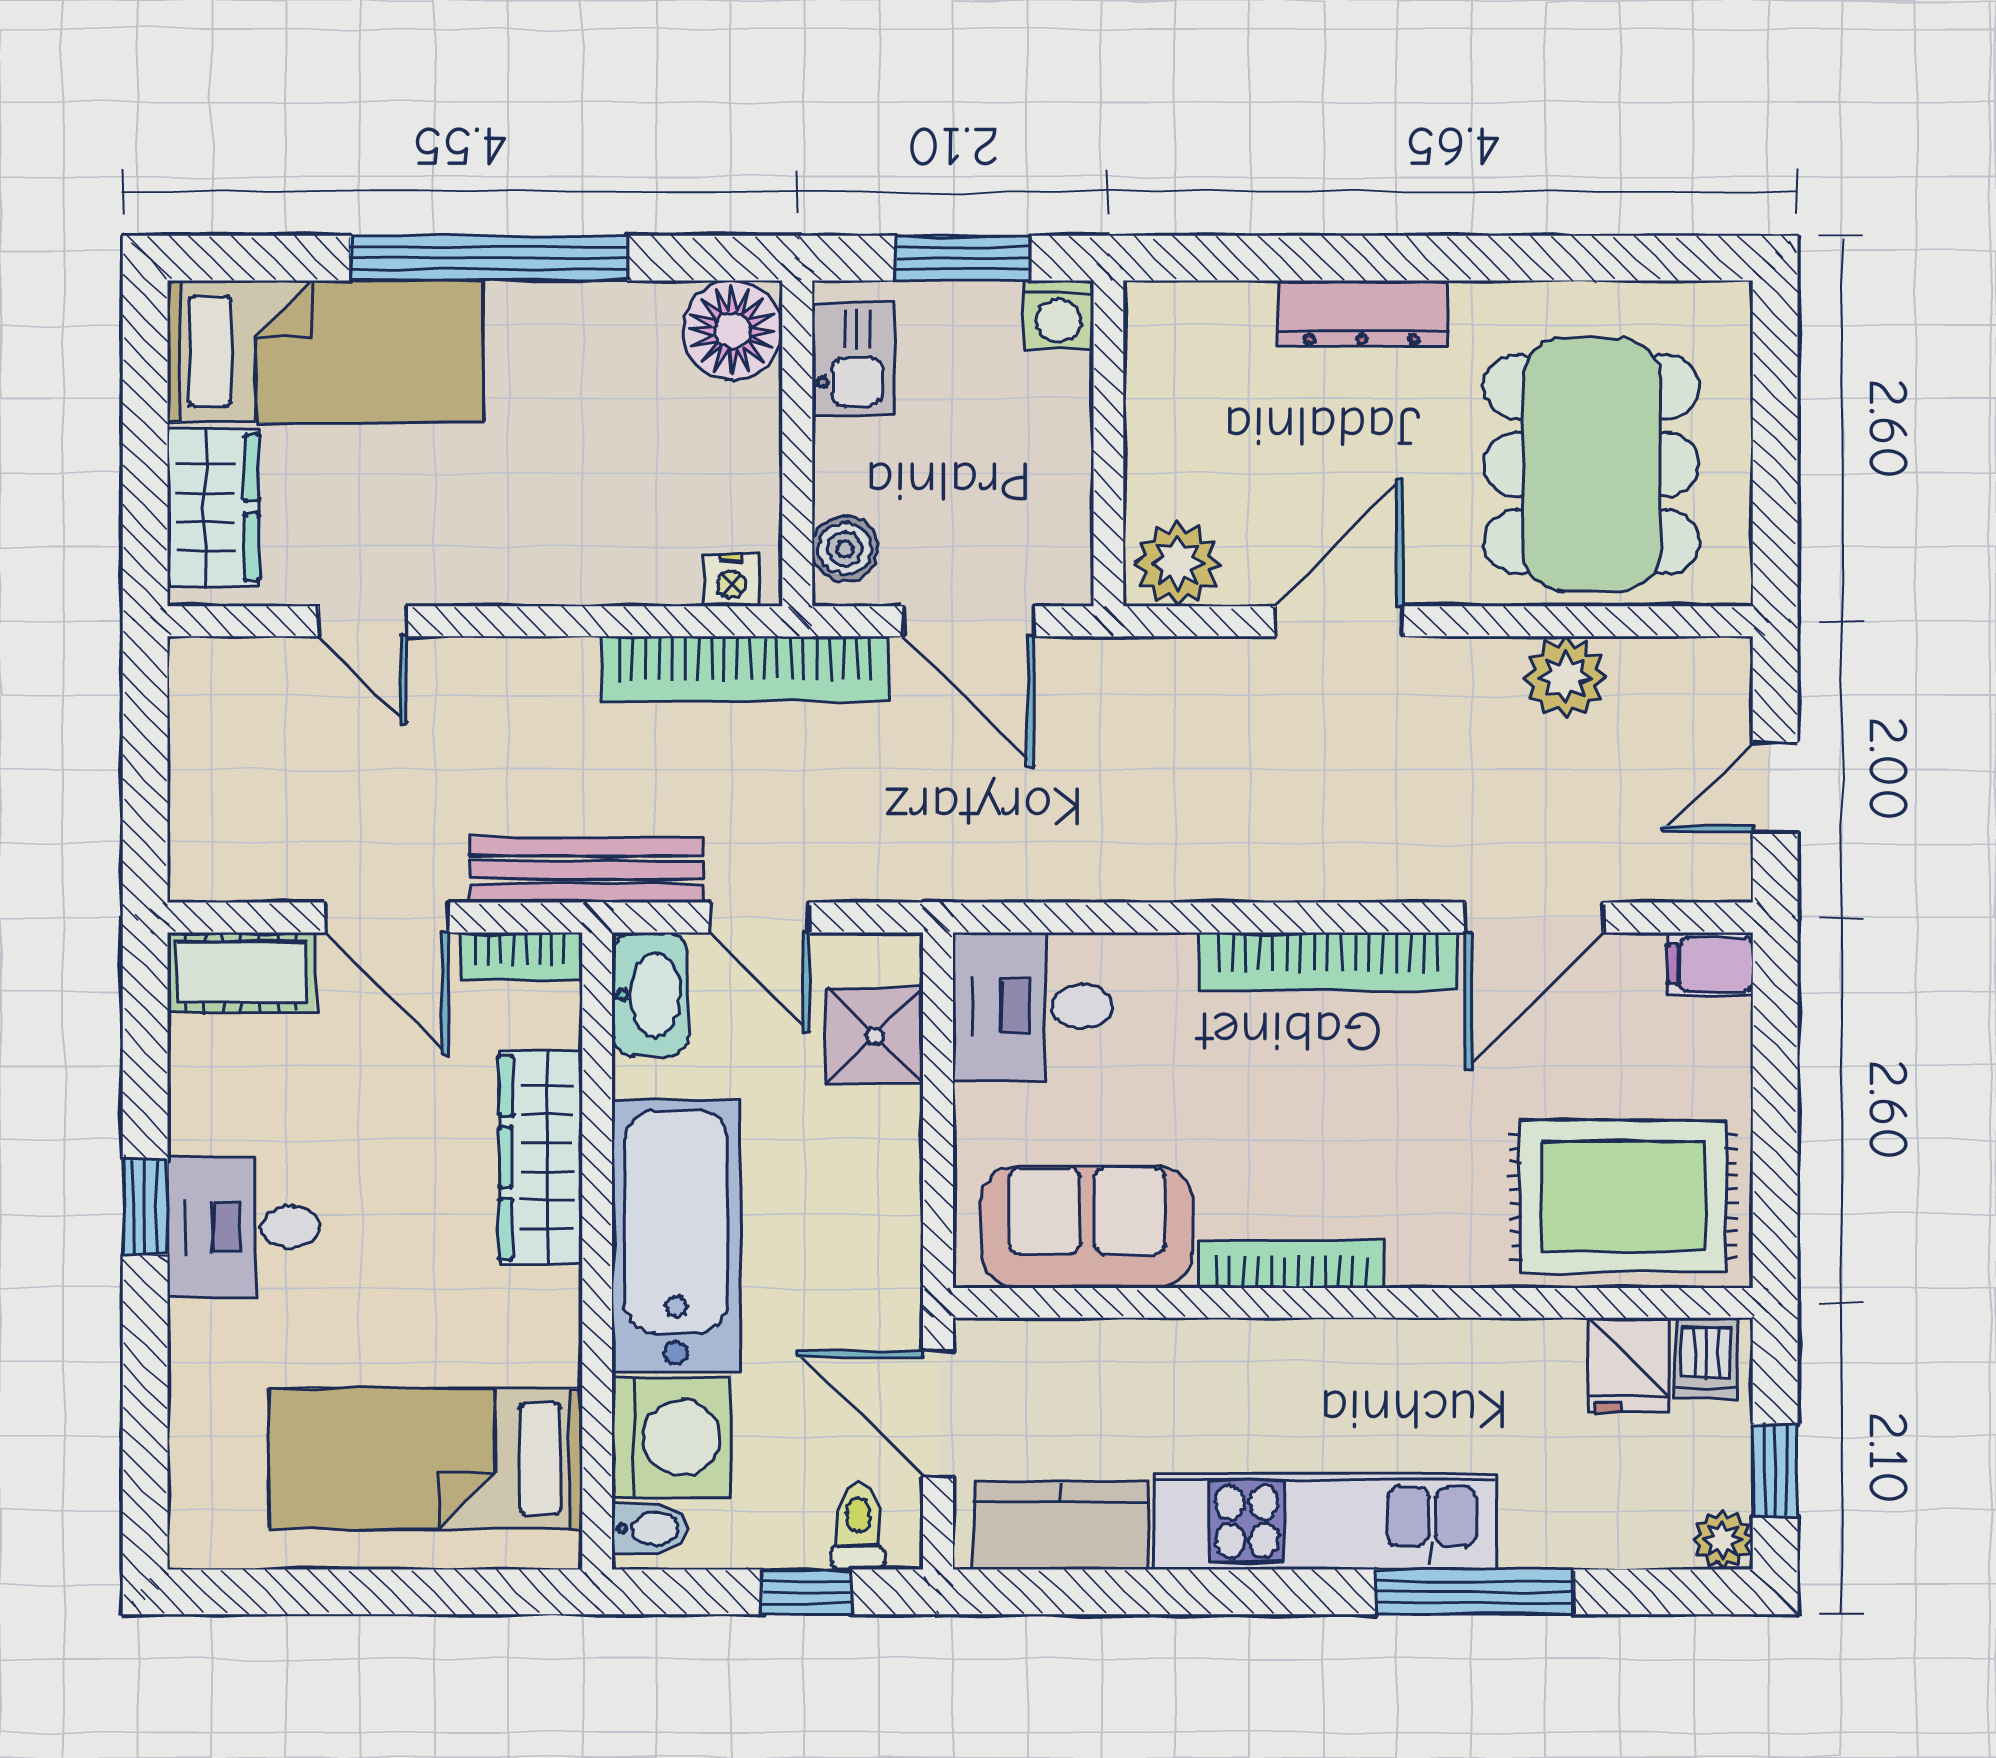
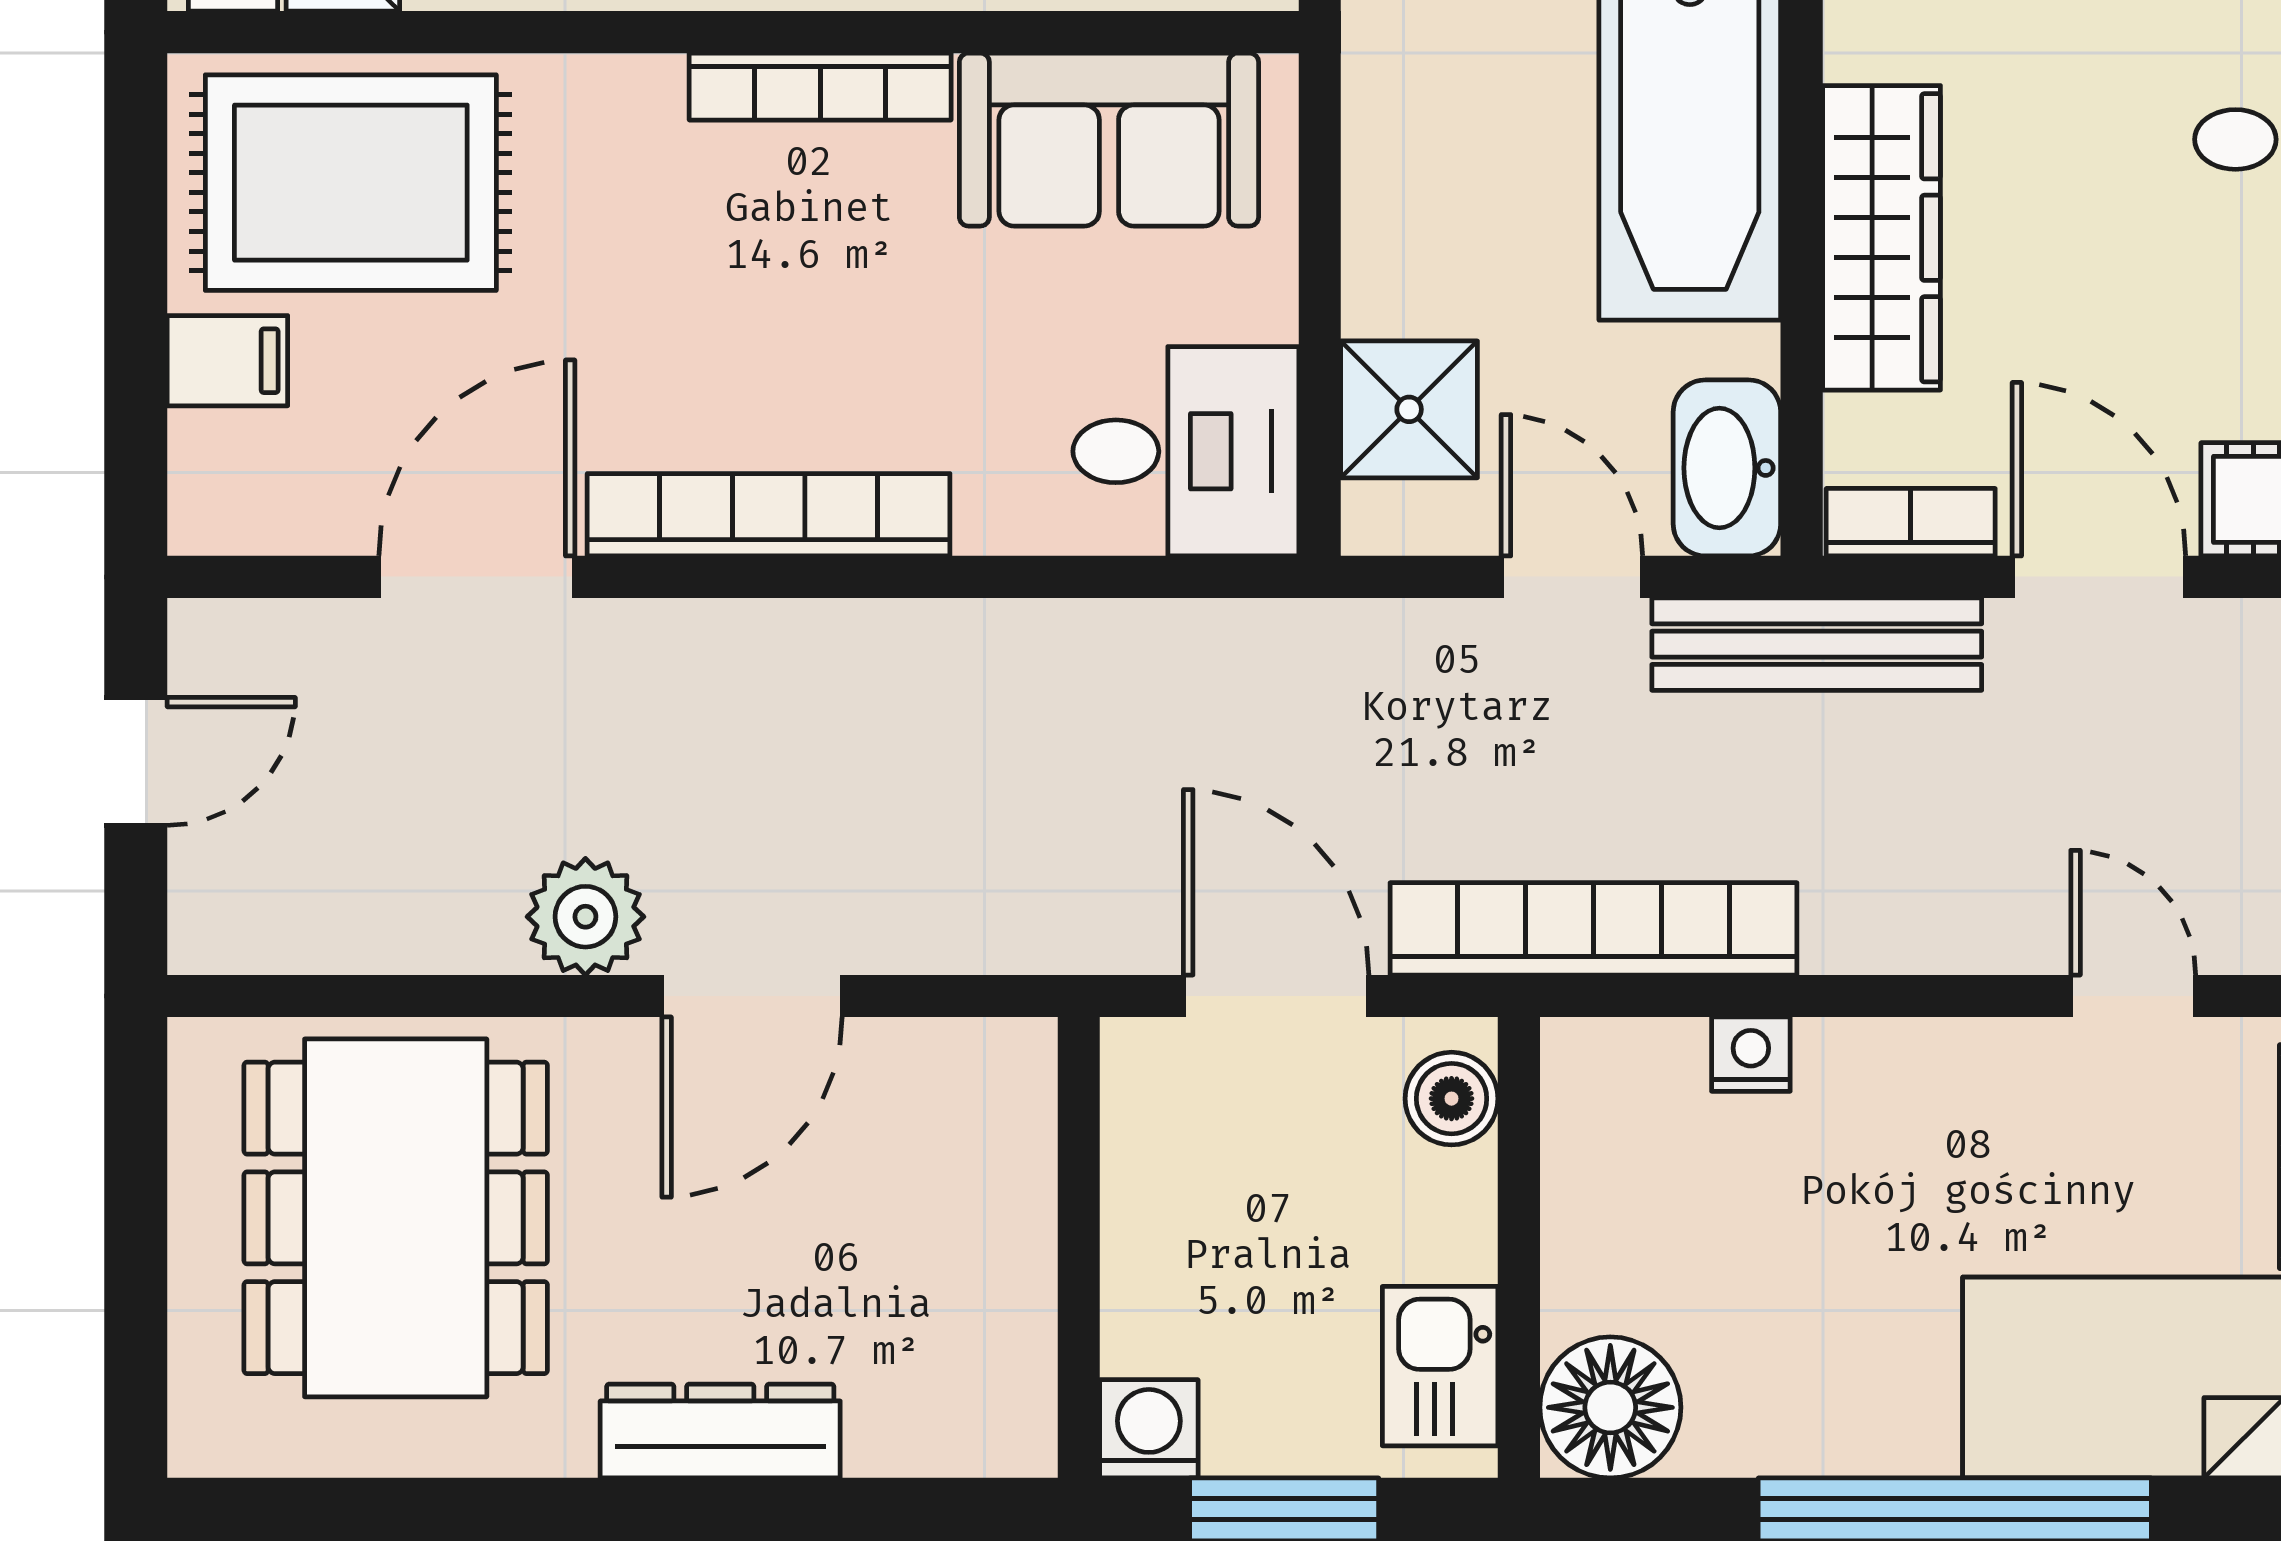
plant: (1178, 564) -> (981, 1077), removed
nightstand: (731, 580) -> (1751, 1054), moved
plant: (1565, 677) -> (585, 917), moved
filing cabinet: (1710, 964) -> (227, 361), moved

